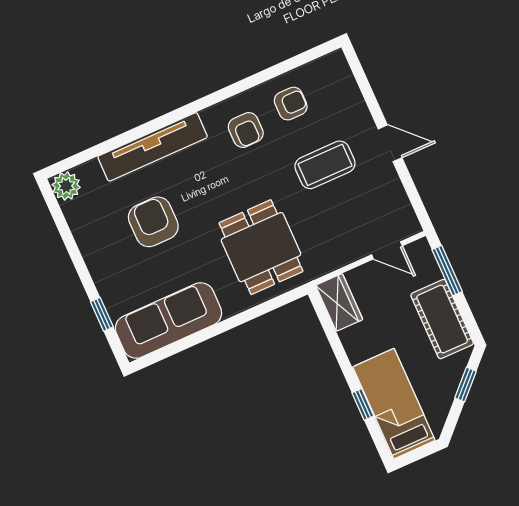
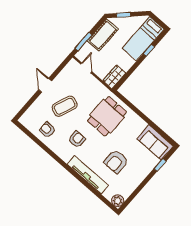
armchair: (246, 130) -> (77, 139), moved
coffee table: (325, 165) -> (65, 106), turned -69
sofa: (168, 320) -> (155, 142), width x0.73

